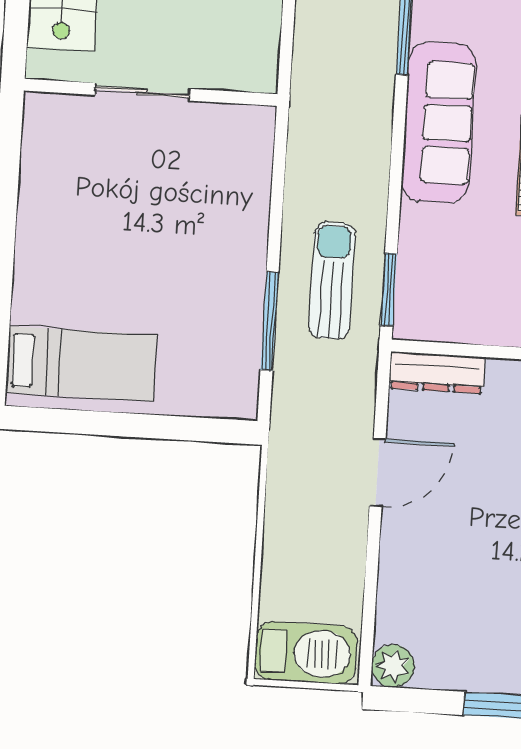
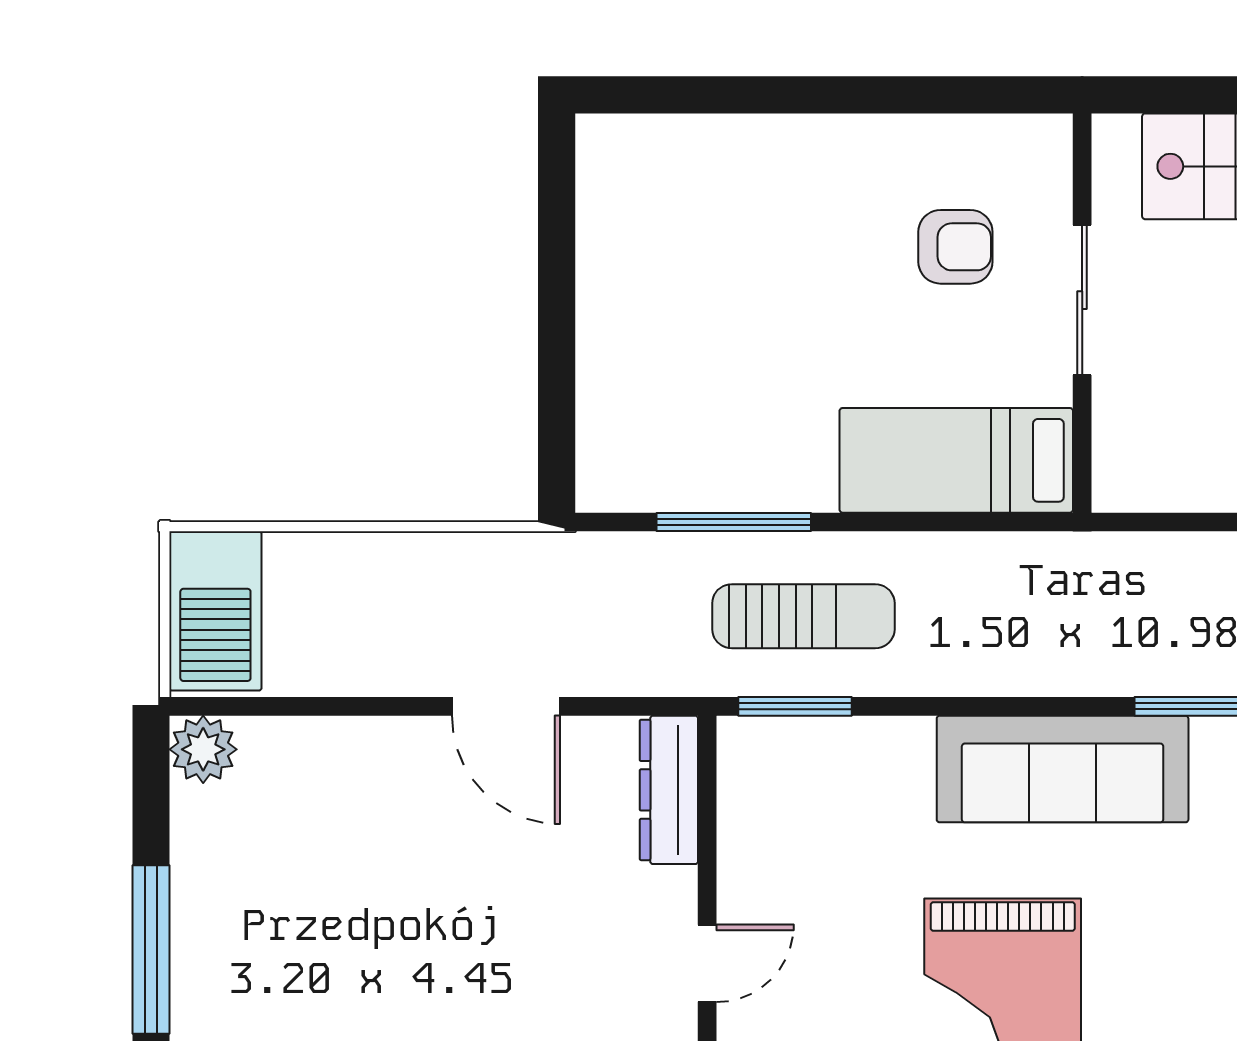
armchair: (104, 170) -> (955, 247), added
bed: (81, 364) -> (956, 460), moved, turned 90

